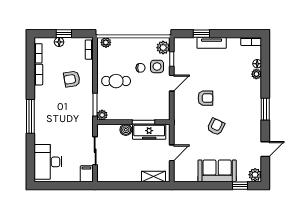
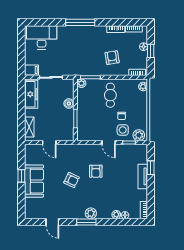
freezer: (149, 132) -> (31, 94), moved, turned 180
plant: (255, 175) -> (91, 213), moved
window: (240, 186) -> (21, 176), moved

